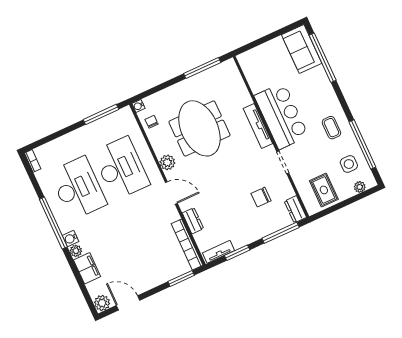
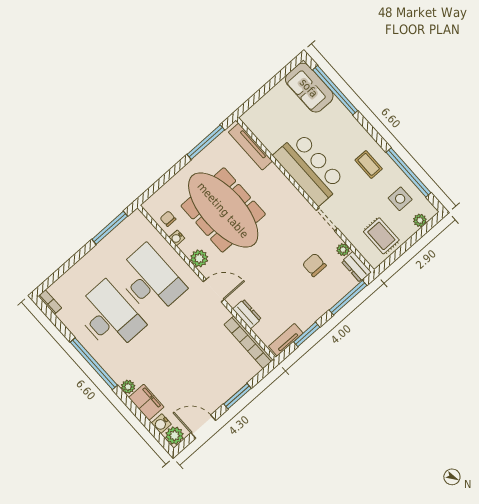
water cooler: (138, 106) -> (177, 238), moved
tv unit: (258, 126) -> (250, 147), moved
meeting table: (199, 128) -> (223, 210), width x1.36
plant: (289, 192) -> (343, 250), added
chair: (261, 197) -> (314, 265), turned 90
water cooler: (71, 239) -> (161, 424), moved
window: (181, 278) -> (237, 396), moved

